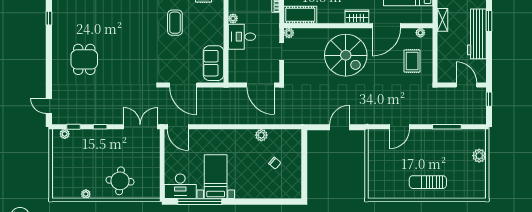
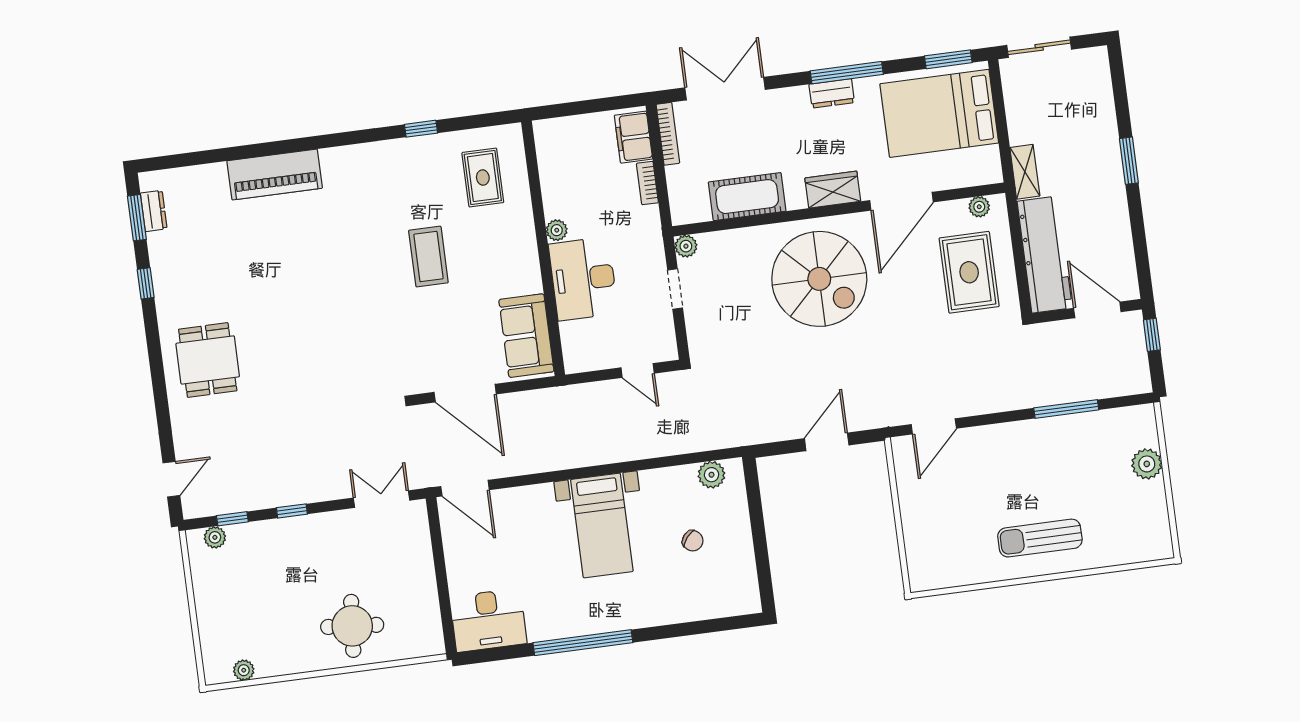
cot: (300, 15) -> (747, 197), moved
workbench: (477, 34) -> (1045, 255), moved, turned 180
desk: (242, 37) -> (583, 279), width x1.37
dining table: (84, 59) -> (208, 360), moved
rug: (412, 61) -> (969, 272), width x1.36, depth x1.43
door: (260, 85) -> (638, 370), width x0.53
door: (49, 106) -> (171, 479), swing flipped
double door: (140, 127) -> (381, 499), width x0.73
door: (399, 127) -> (934, 426), moved
plant: (261, 135) -> (711, 475), moved
bed with nightstands: (216, 177) -> (602, 525), moved, turned 180
plant: (86, 194) -> (244, 670), moved
window: (200, 202) -> (583, 643), moved

